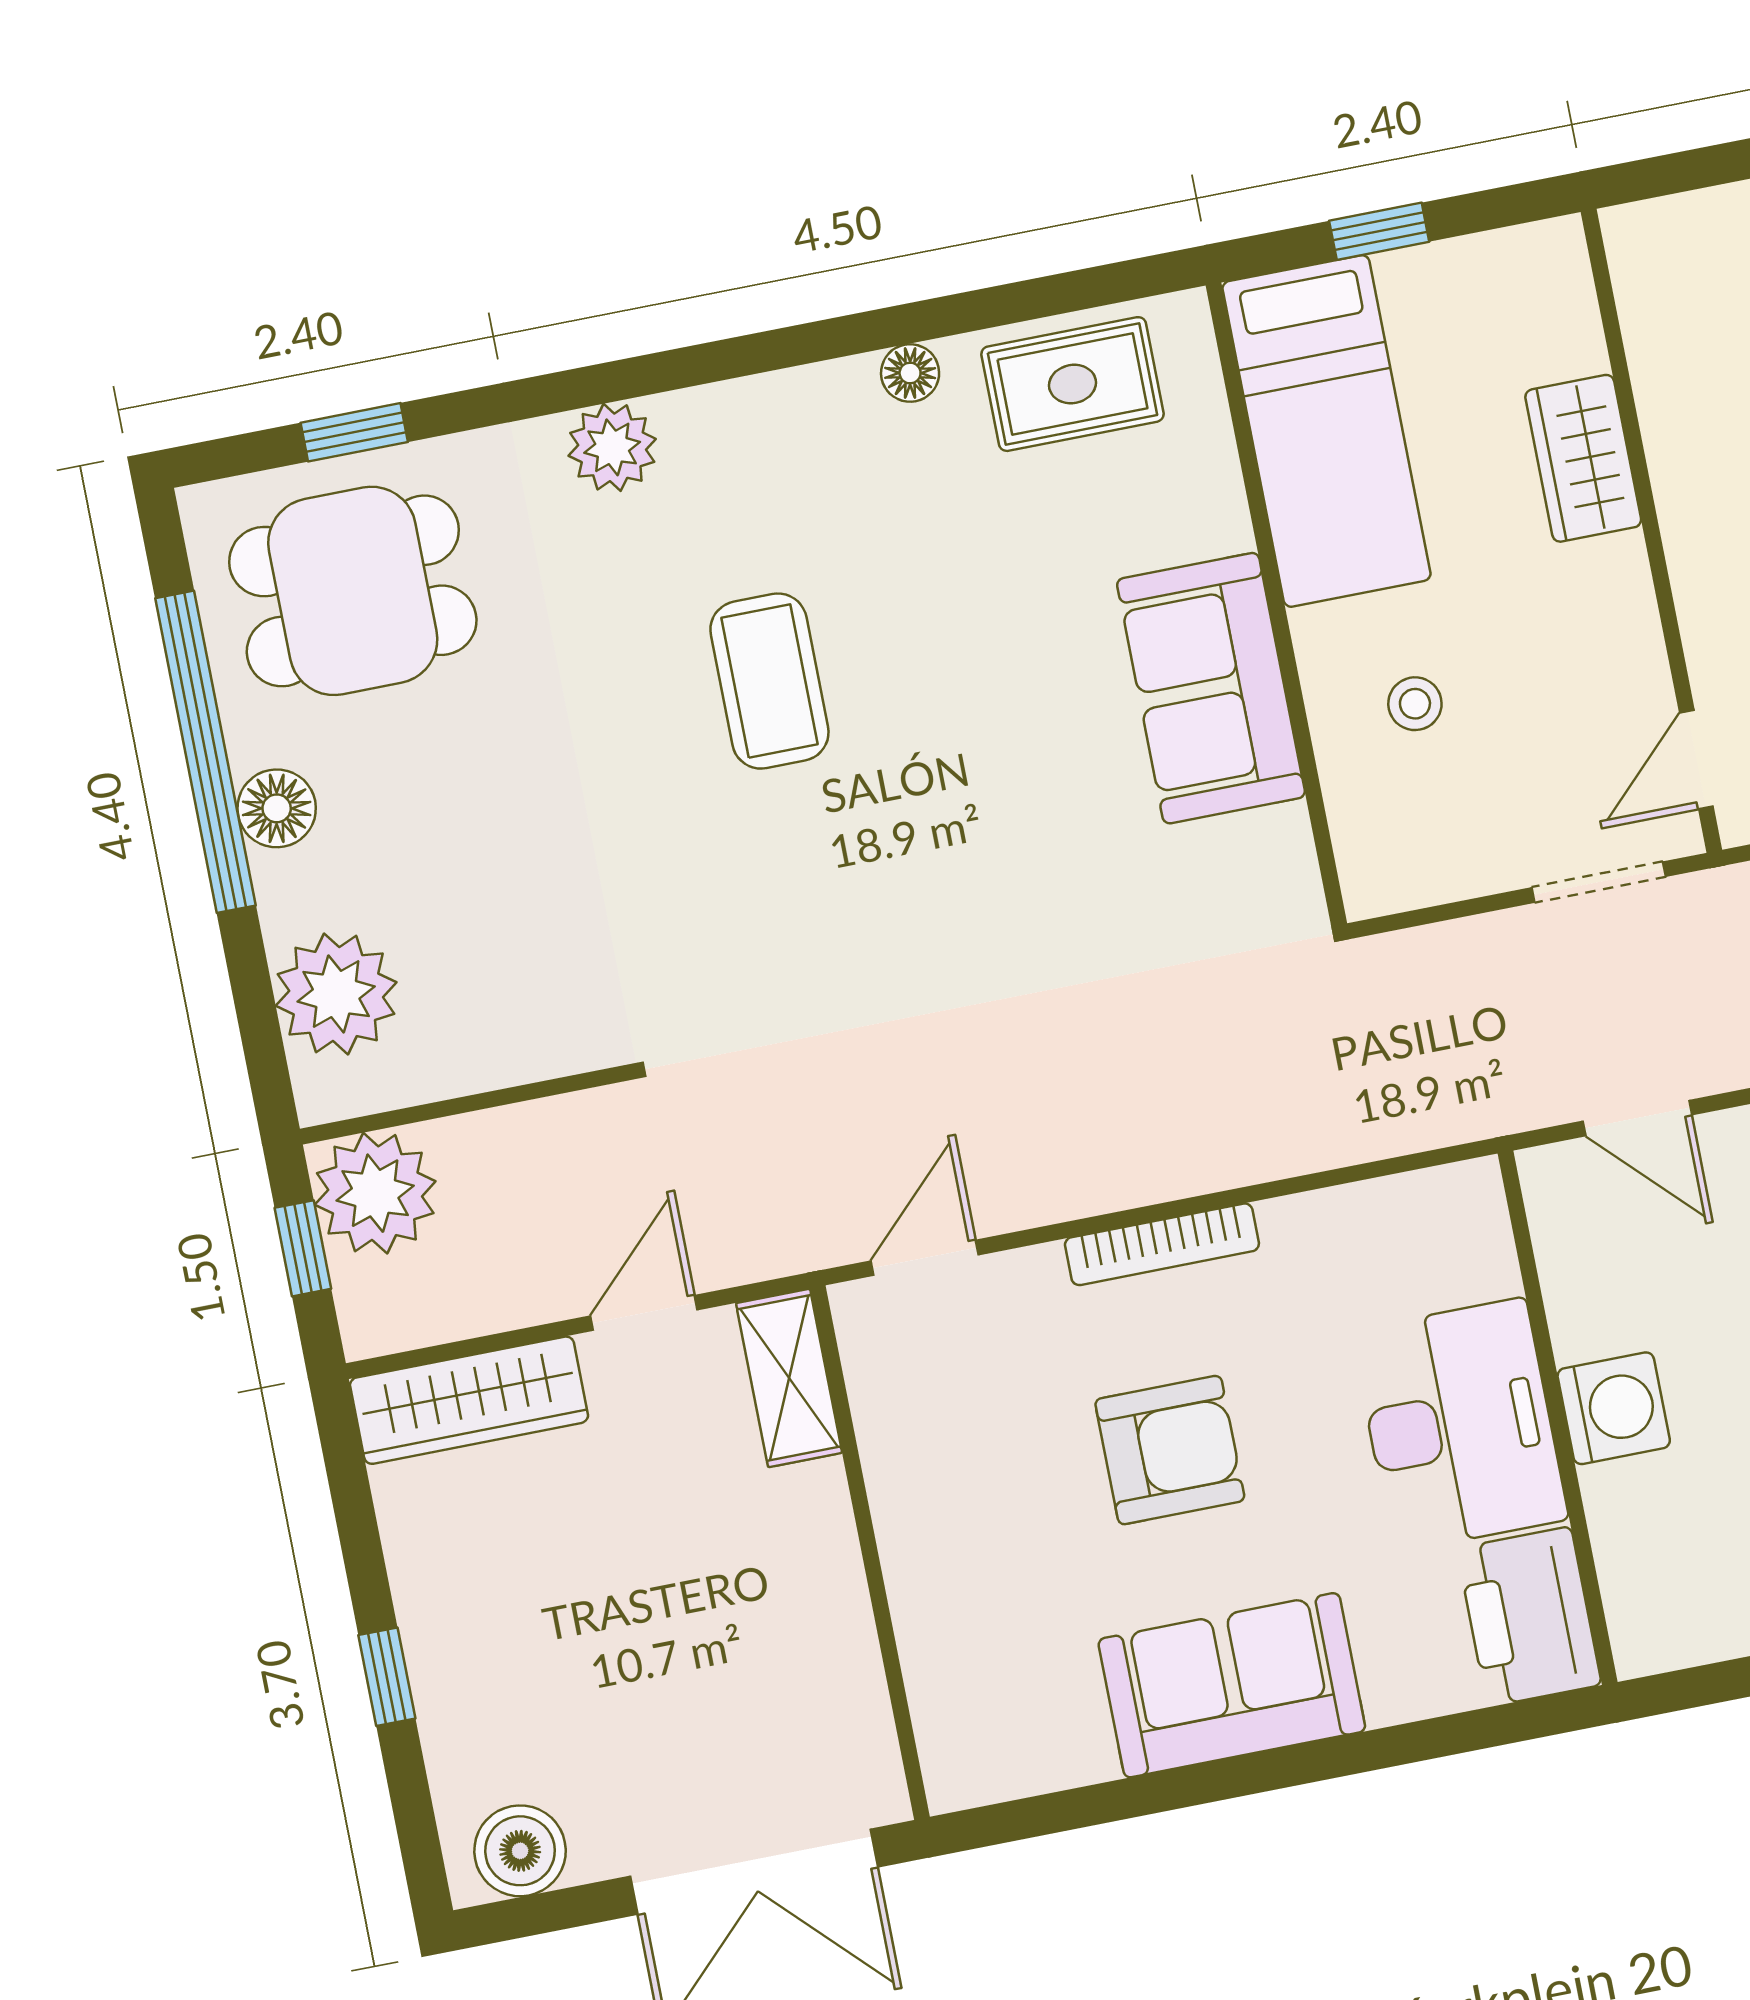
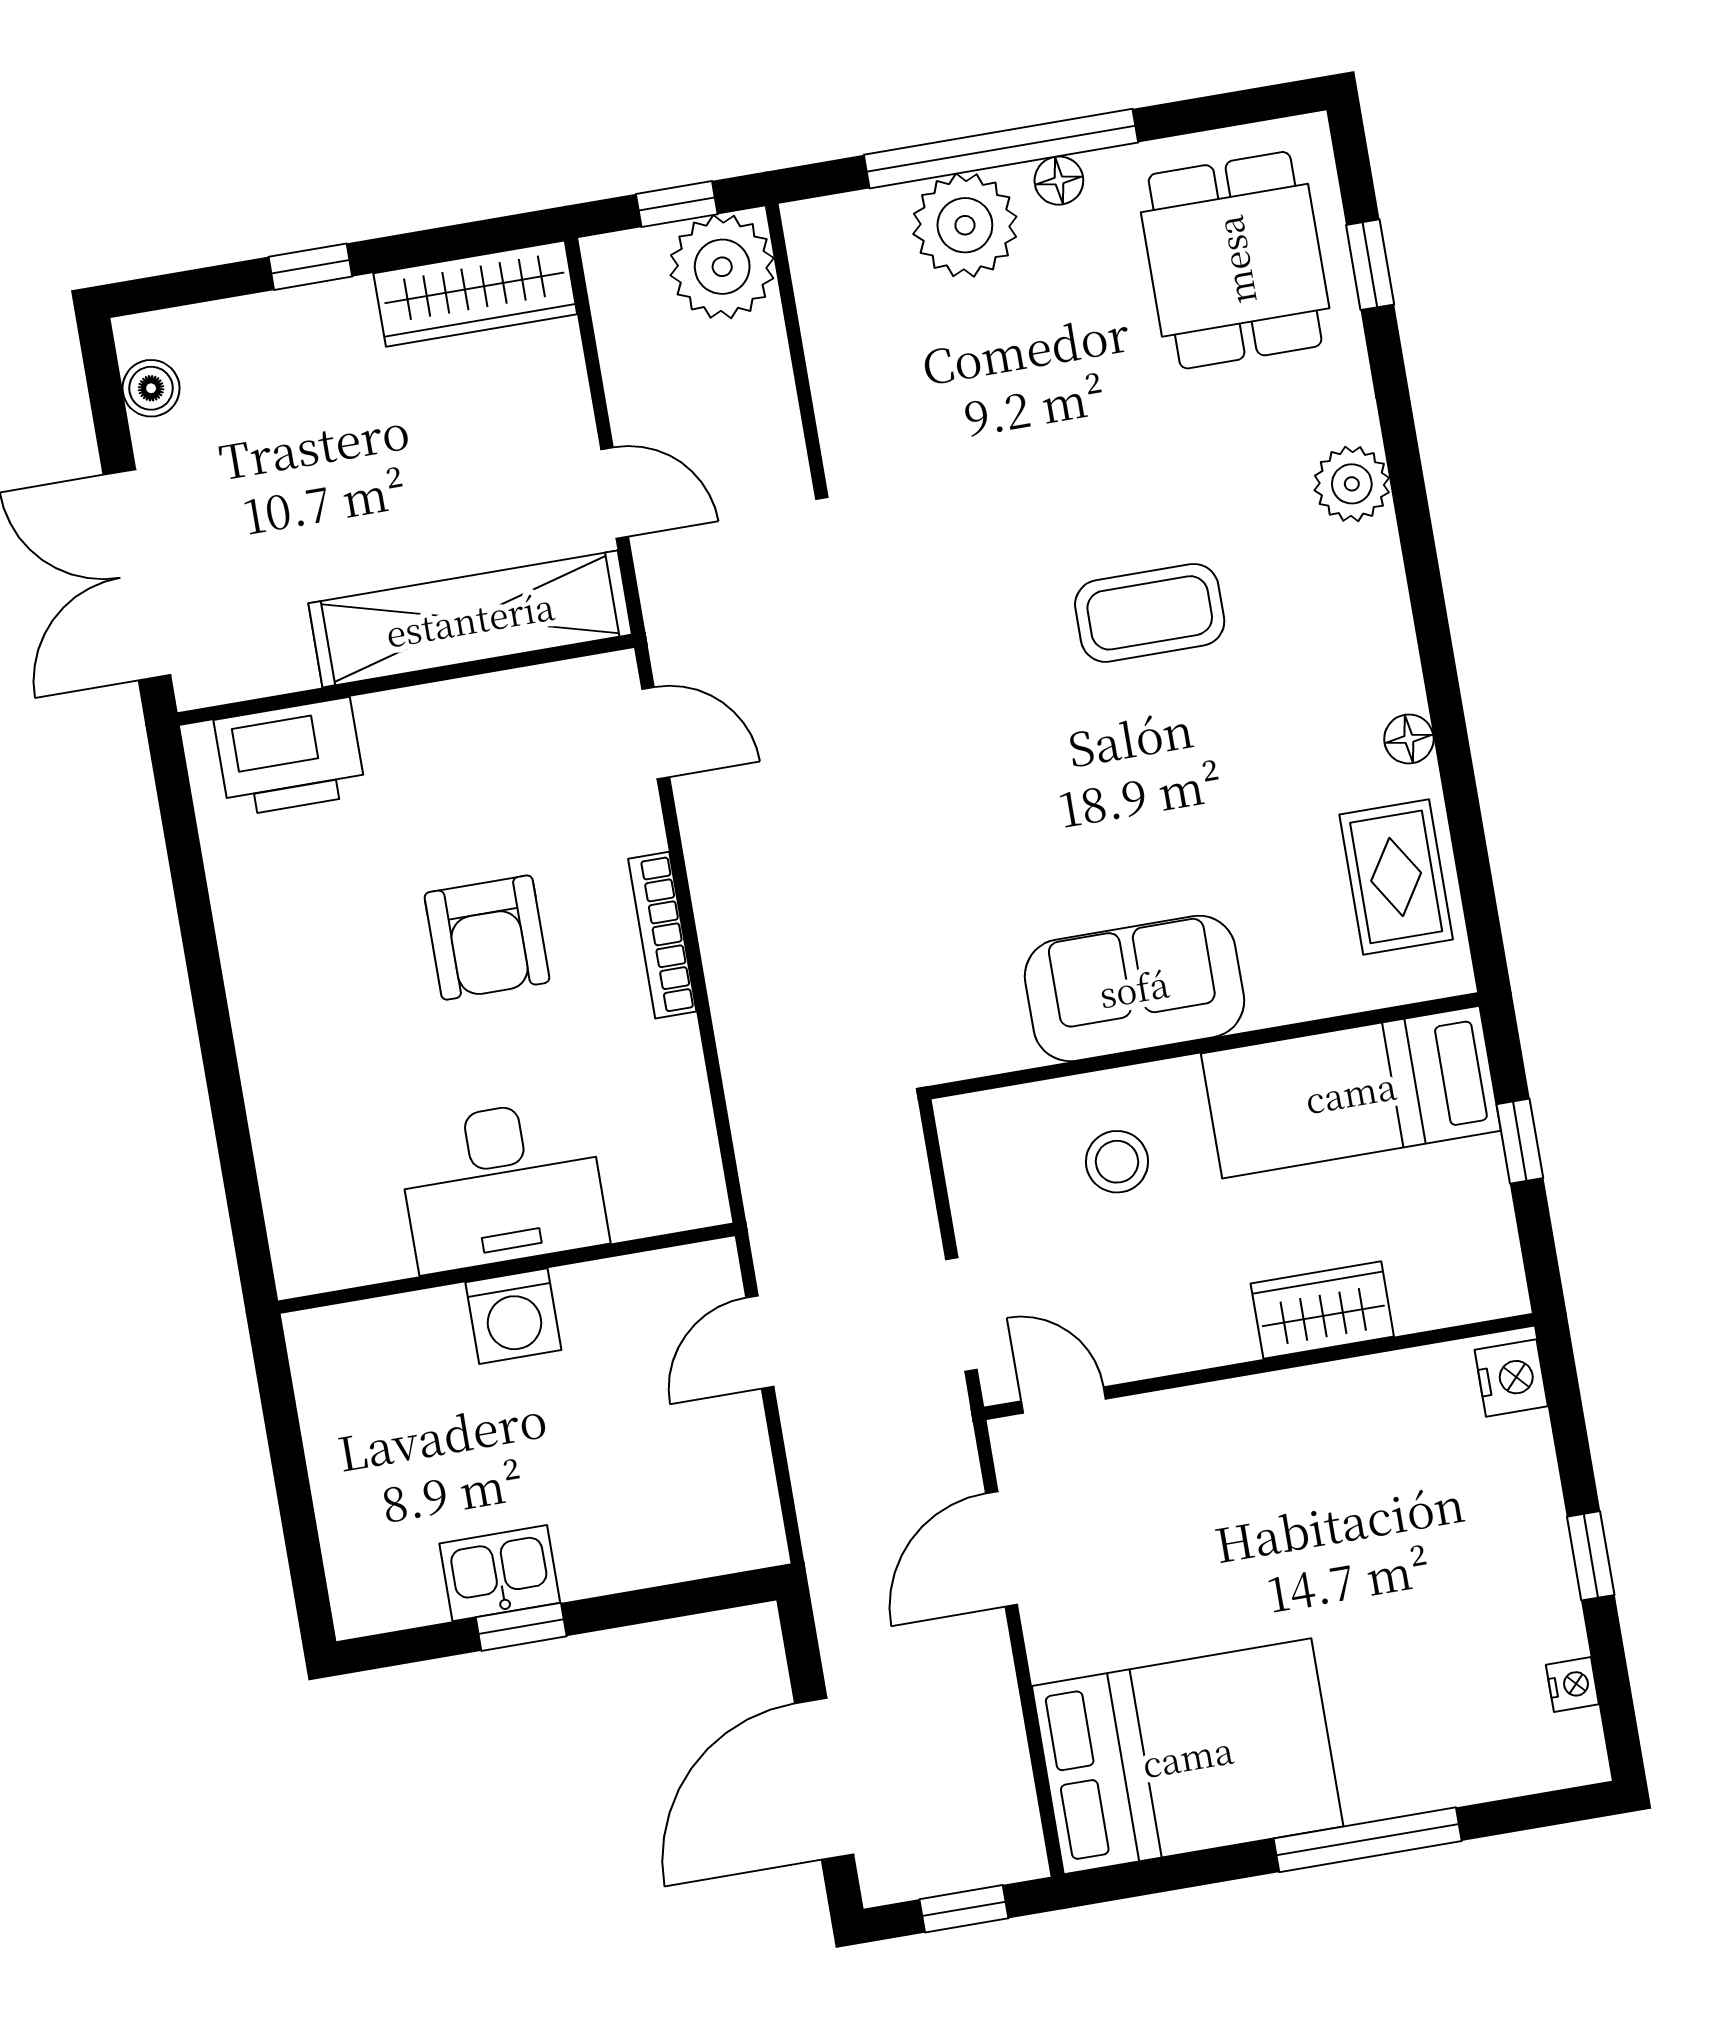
nightstand: (1658, 234) -> (1511, 1378), added
stool: (1415, 704) -> (1117, 1162), width x1.37, depth x1.37
window: (205, 752) -> (1001, 149), moved
floor lamp: (277, 808) -> (1059, 181), width x0.73, depth x0.73
plant: (336, 994) -> (965, 225), moved
shelving: (789, 1378) -> (470, 619), width x2.20, depth x1.33
wardrobe: (469, 1400) -> (475, 294), moved, turned -90
printer: (1529, 1617) -> (290, 757), moved, turned 180
sofa: (1232, 1685) -> (286, 985), removed
boiler: (520, 1851) -> (151, 388), width x0.73, depth x0.73

